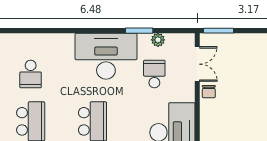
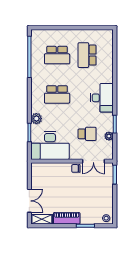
desk: (106, 56) -> (102, 98), width x0.73, depth x0.77
school desk: (31, 74) -> (87, 55), width x1.85

